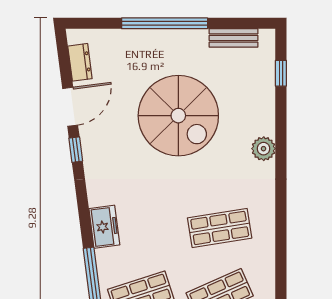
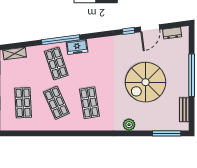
window: (281, 73) -> (167, 133), width x2.17
door: (70, 107) -> (150, 28), hinge flipped
freezer: (104, 227) -> (77, 47), moved

